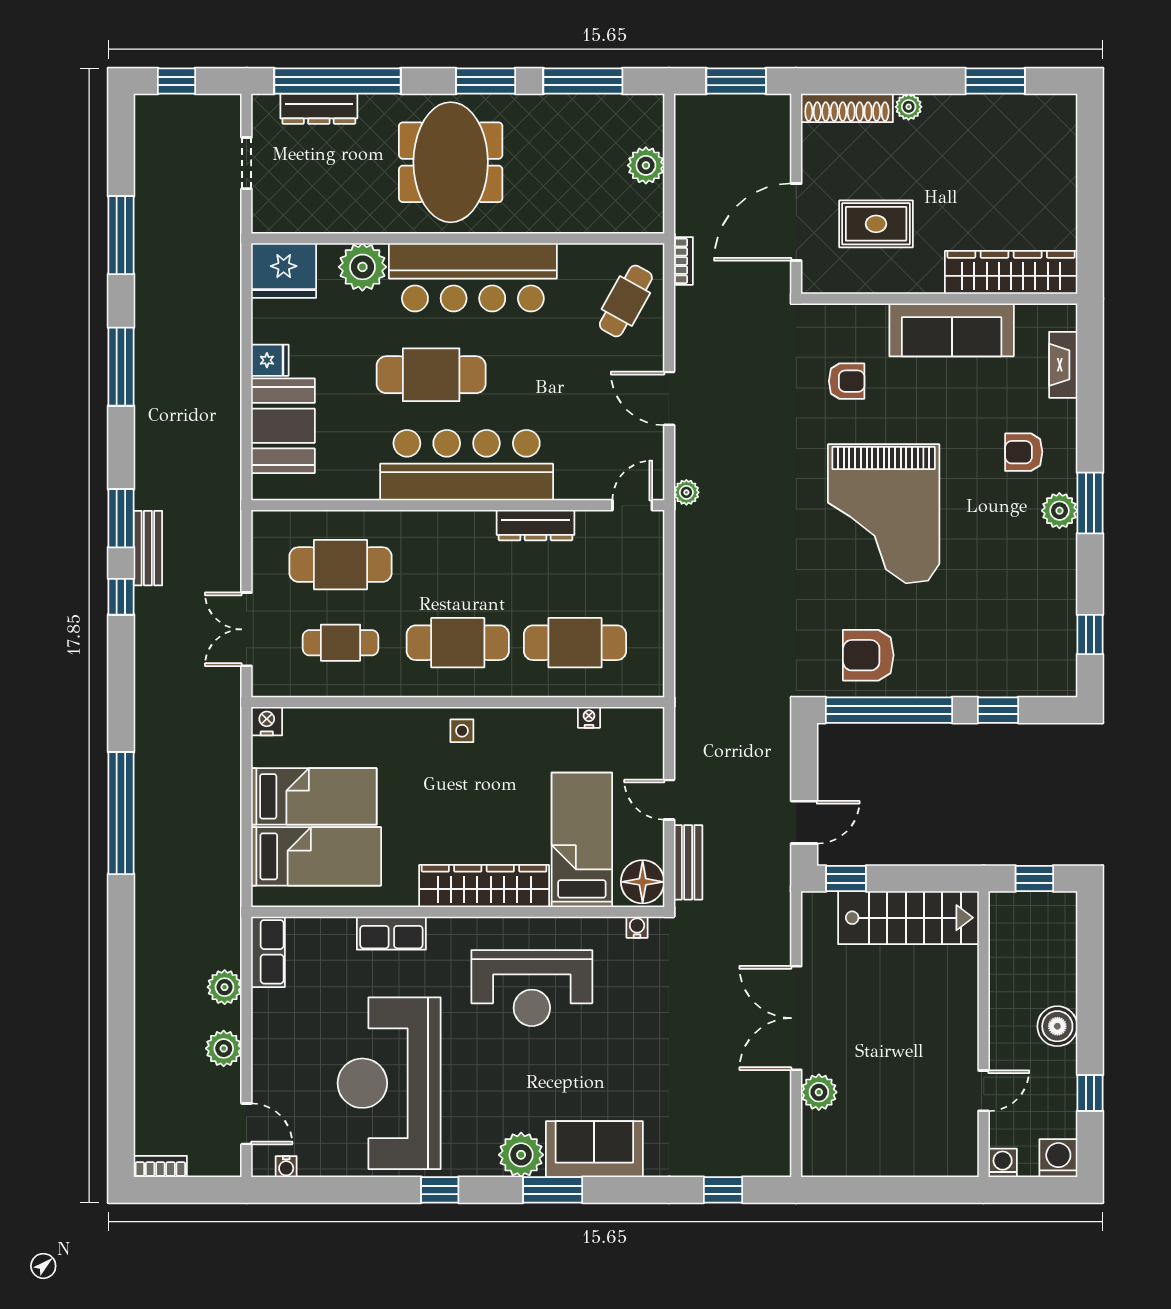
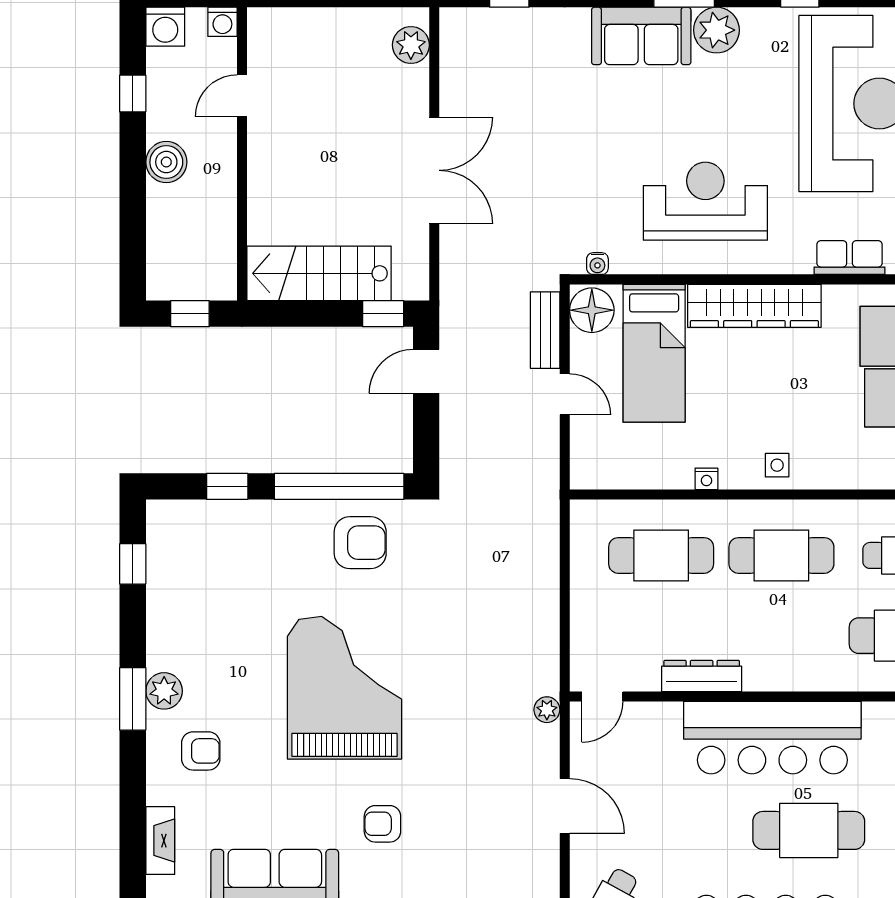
nightstand: (589, 717) -> (706, 479), moved
plant: (819, 1092) -> (411, 45), moved

